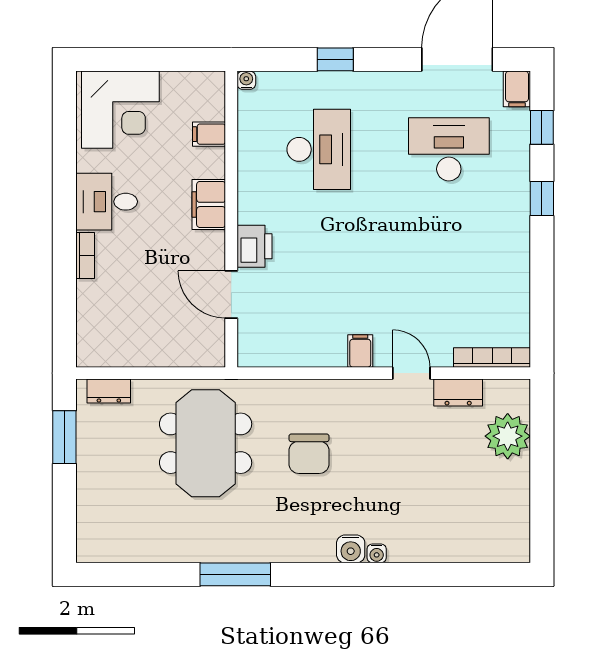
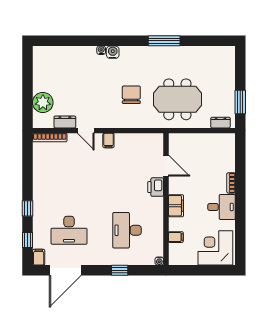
meeting table: (206, 443) -> (177, 99), turned 90

